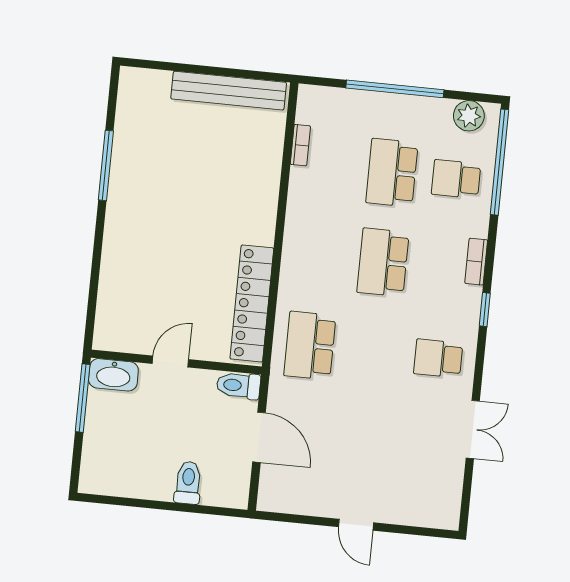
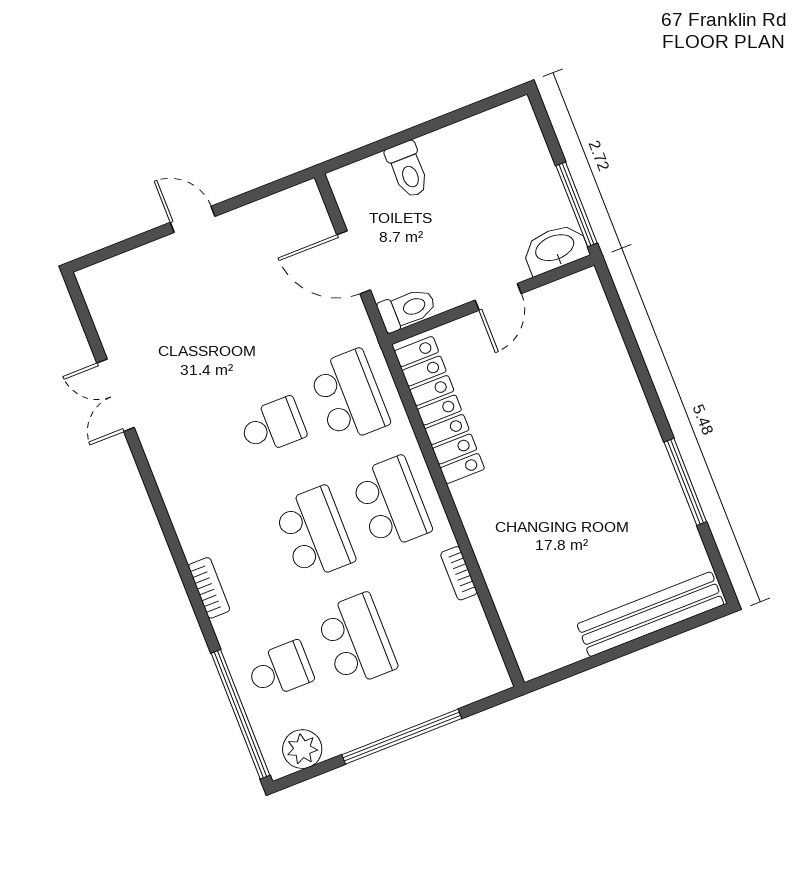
bench: (229, 91) -> (650, 614), moved
bookcase: (300, 145) -> (459, 573), moved
school desk: (319, 256) -> (391, 503), added
window: (485, 310) -> (172, 538), removed
school desk: (438, 358) -> (273, 426), moved

